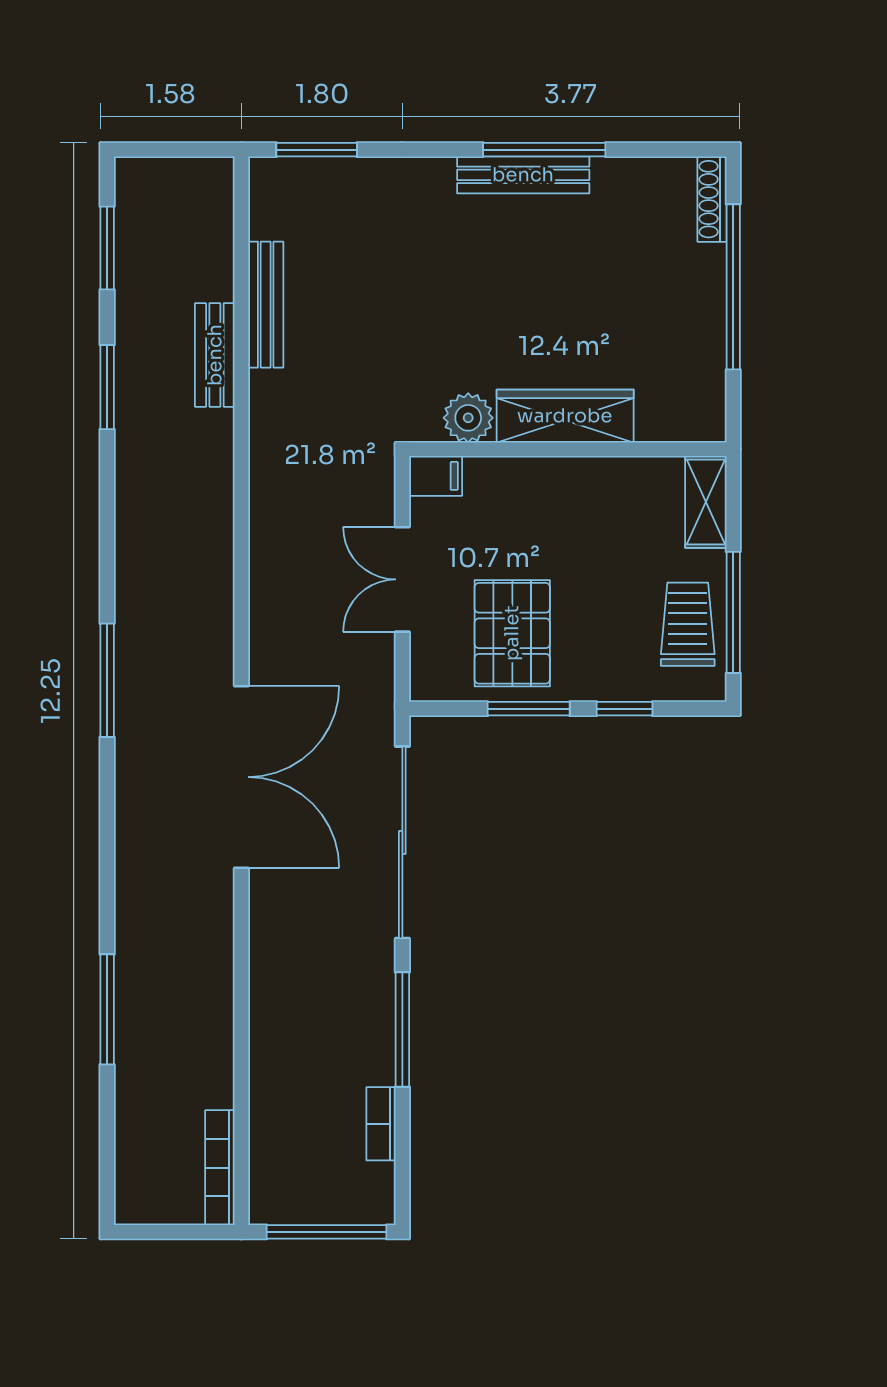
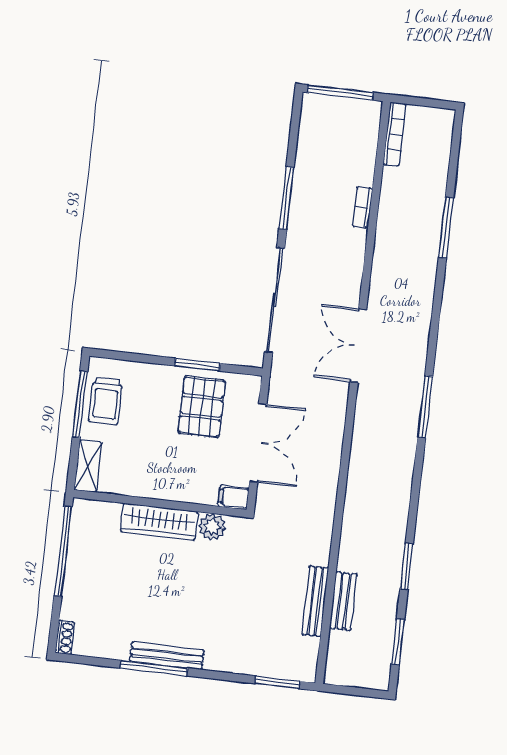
shoe rack: (712, 199) -> (65, 638), width x0.70
window: (733, 287) -> (63, 551), moved
bench: (215, 355) -> (343, 601), moved
double door: (402, 579) -> (258, 443), width x1.37
window: (625, 709) -> (145, 359), removed
double door: (241, 777) -> (358, 346), width x0.73
bookcase: (381, 1124) -> (362, 207), moved, turned 180

